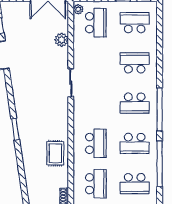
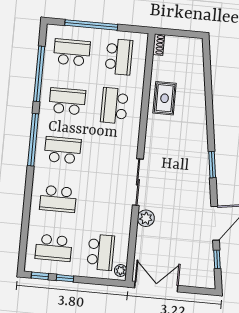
school desk: (96, 23) -> (101, 252), turned 180
plant: (62, 40) -> (146, 218), moved
sliding door: (71, 83) -> (138, 182), width x1.37
window: (15, 129) -> (212, 165), moved
school desk: (96, 184) -> (119, 57), turned 180

